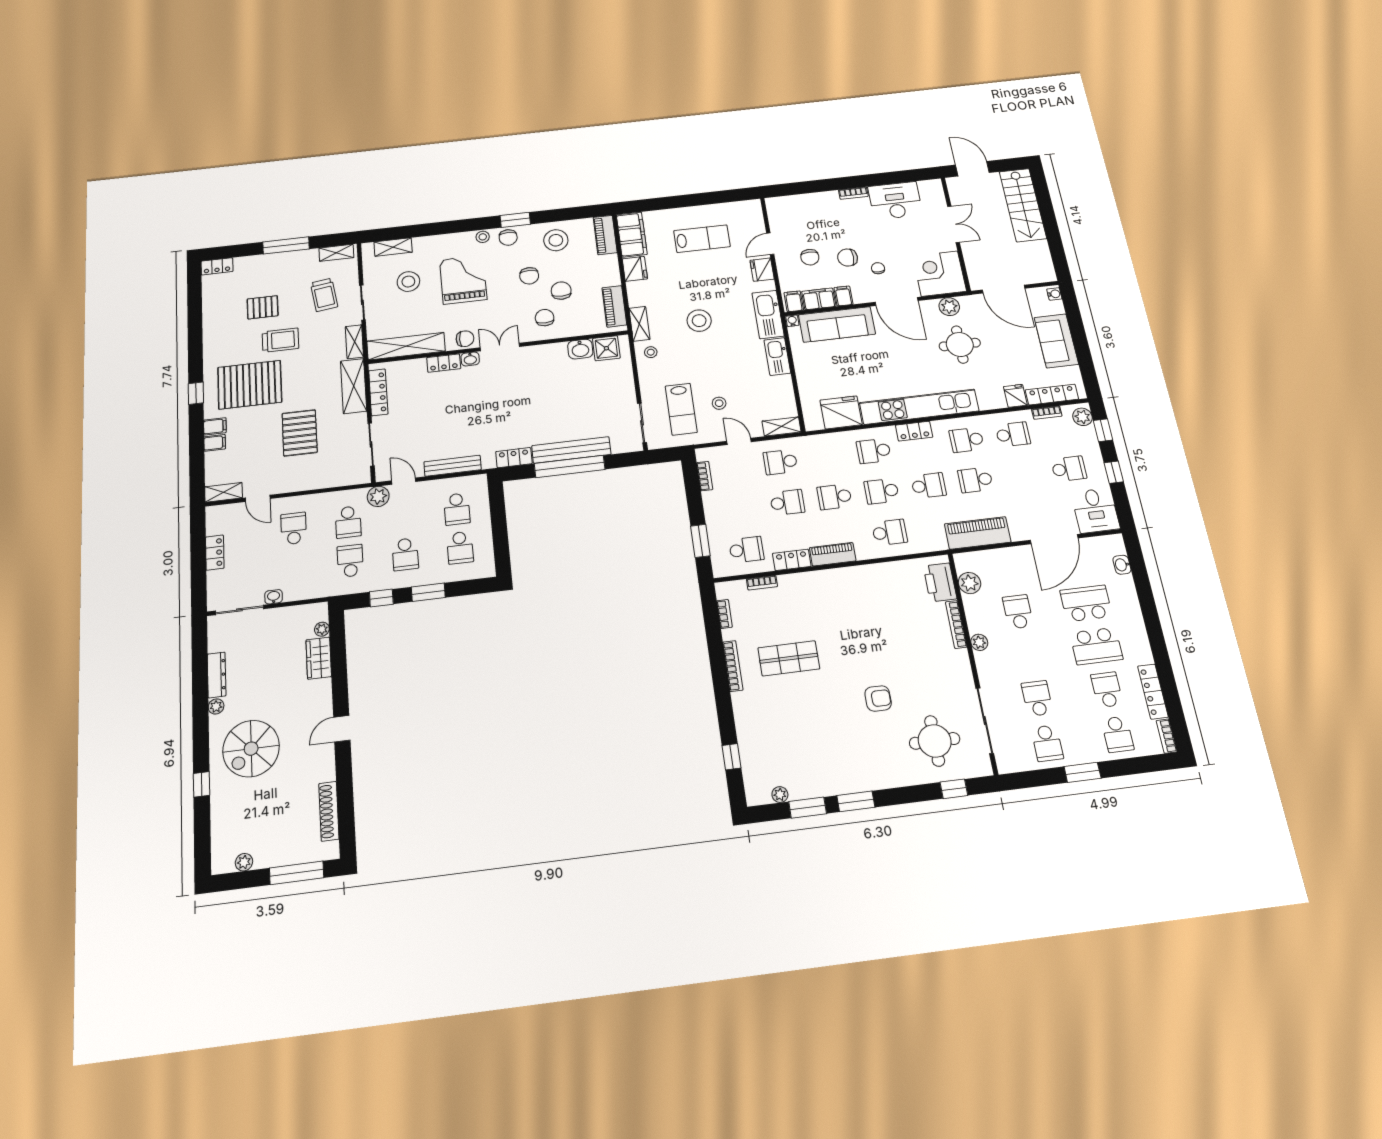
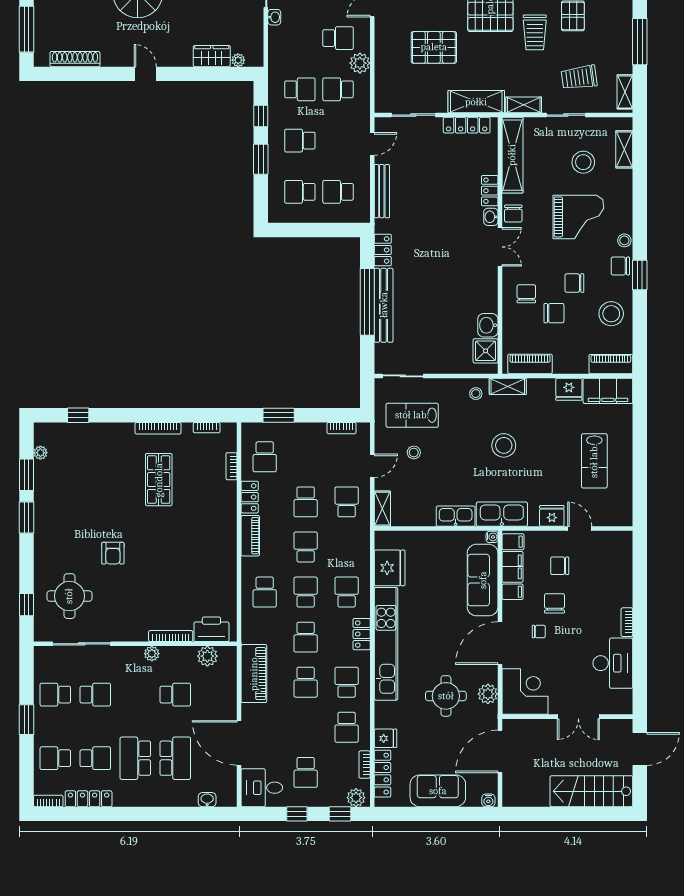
chair: (545, 318) -> (526, 294), turned -90
school desk: (975, 480) -> (306, 682), turned 180
plant: (378, 496) -> (360, 63), moved

